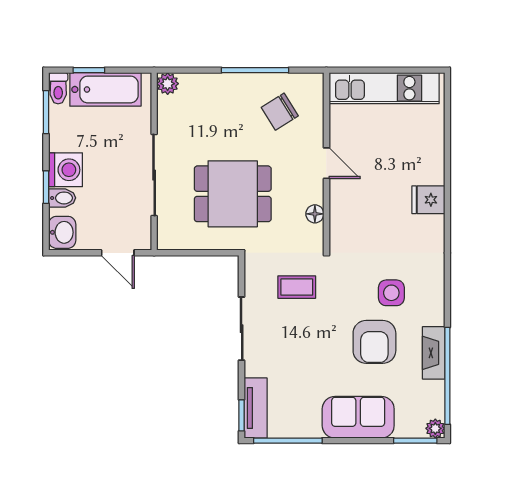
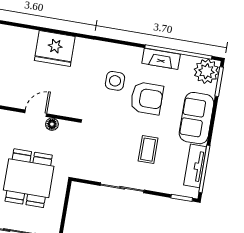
door: (326, 163) -> (36, 113), moved
fridge: (428, 200) -> (55, 49), width x1.88, depth x1.34
coffee table: (297, 287) -> (148, 150), moved
tv unit: (256, 408) -> (195, 166), moved, turned -90
plant: (435, 428) -> (206, 71), width x1.88, depth x1.88

